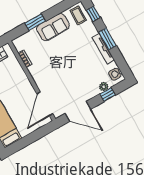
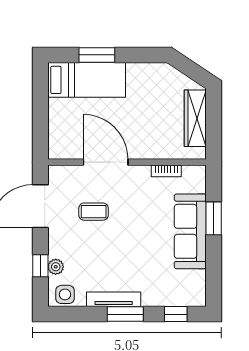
coffee table: (78, 15) -> (94, 212), moved
sofa: (53, 27) -> (190, 231), width x1.36
door: (45, 104) -> (106, 162), moved

